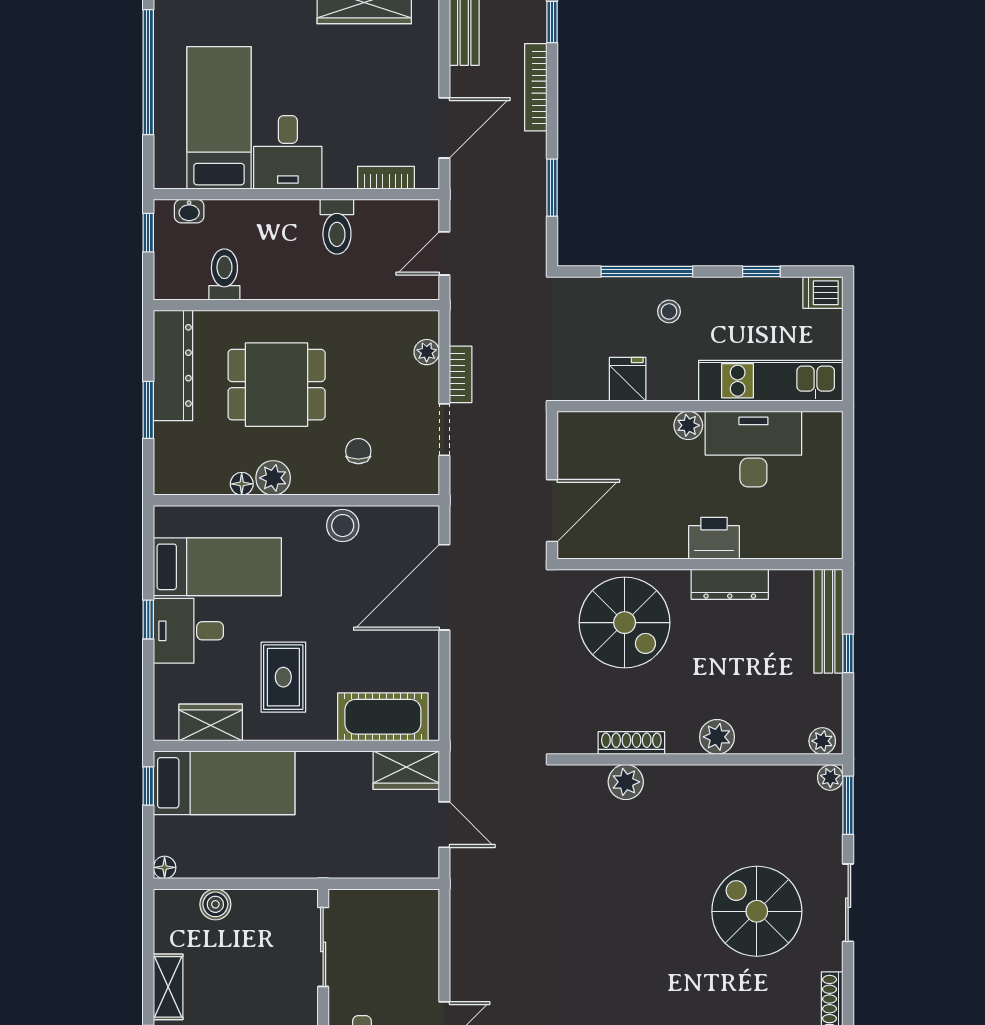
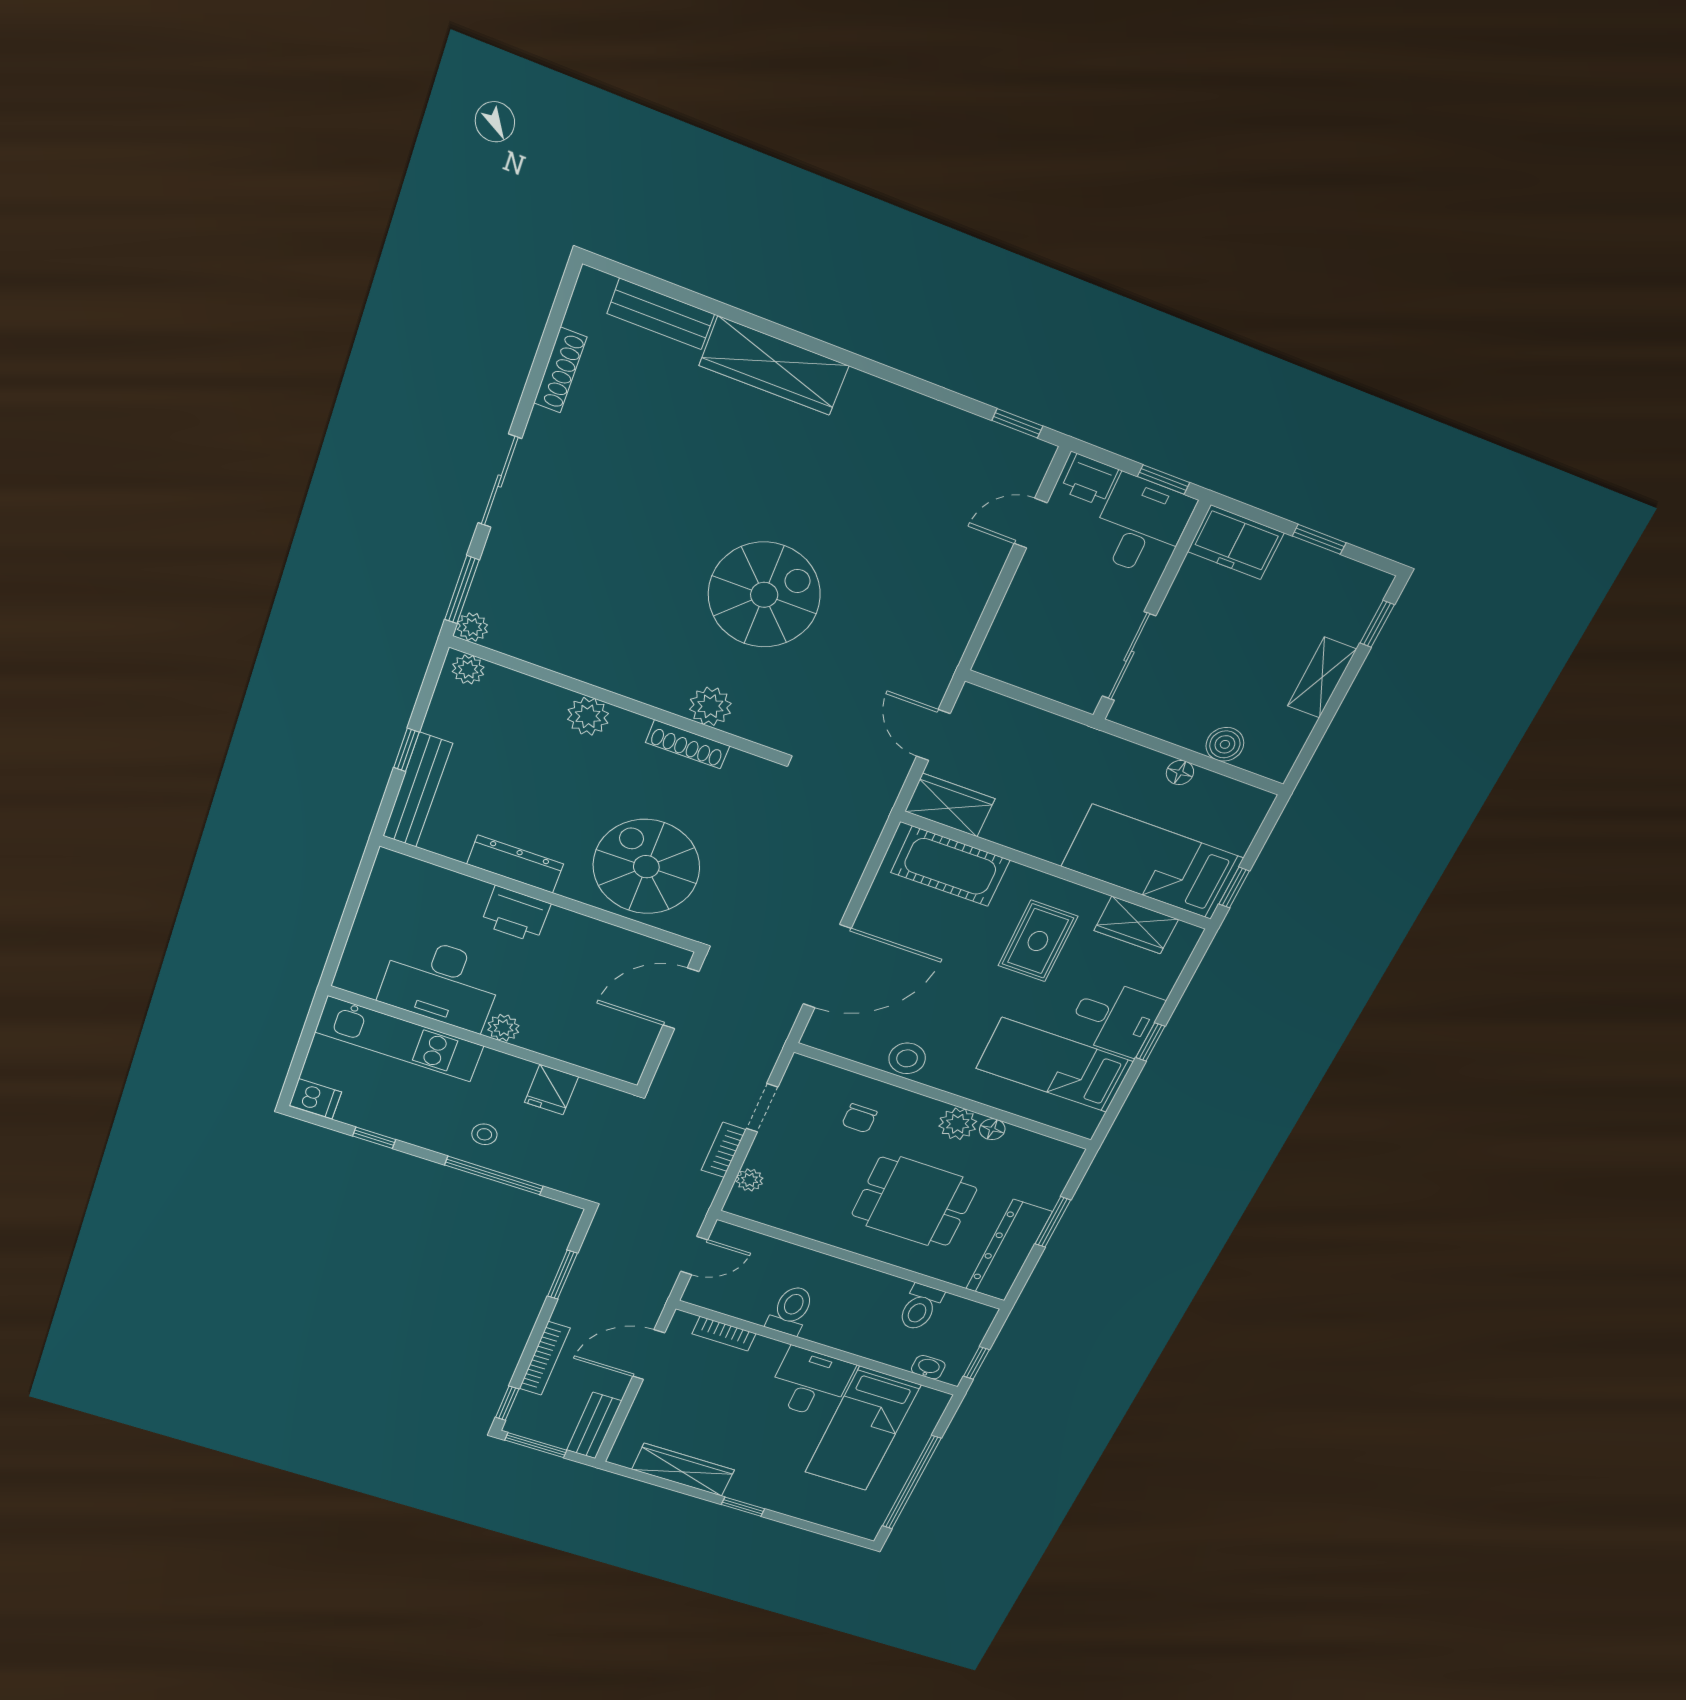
floor lamp: (165, 867) -> (1180, 773), moved
spiral stairs: (757, 911) -> (764, 595), moved, turned -90

